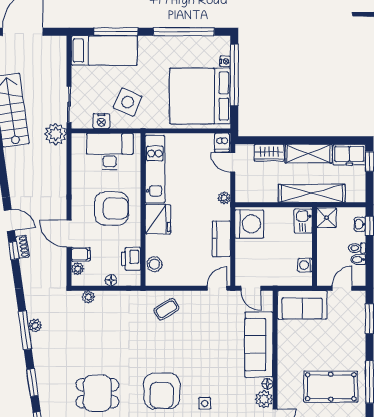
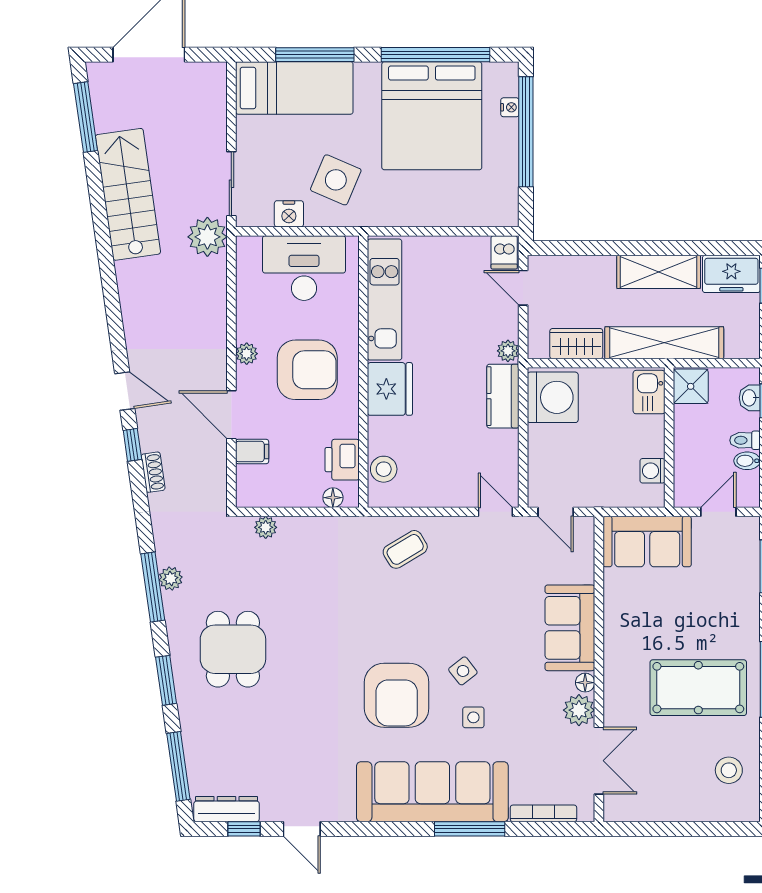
bed: (200, 96) -> (432, 116), moved, turned -90
wardrobe: (269, 153) -> (576, 344), moved, turned 180
kitchen counter: (221, 239) -> (503, 396), moved
shoe rack: (22, 247) -> (153, 472), moved
plant: (78, 269) -> (247, 354), moved
floor lamp: (111, 280) -> (333, 498), moved
door: (217, 288) -> (495, 512), hinge flipped
sofa: (259, 345) -> (570, 628), width x0.73
side table: (199, 377) -> (463, 671), added
dining table: (97, 393) -> (233, 649), moved, turned 90

